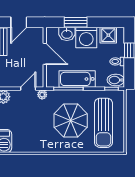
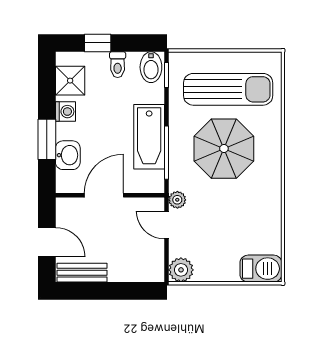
washing machine: (86, 37) -> (65, 112), width x0.53, depth x0.53

